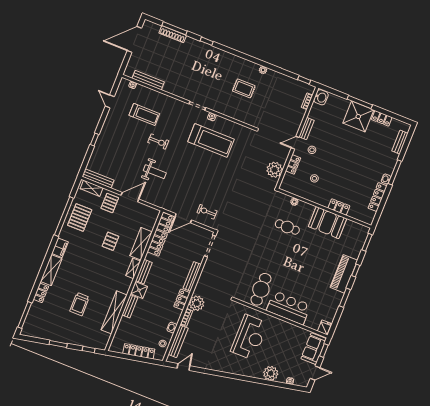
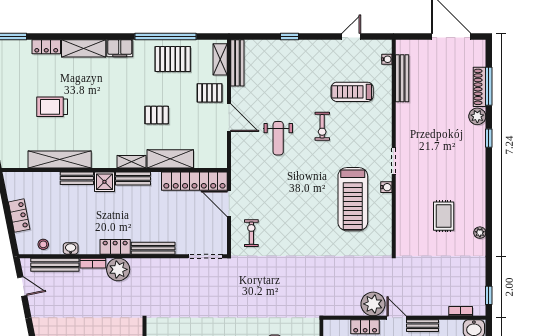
plant: (190, 43) -> (477, 116), added
treadmill: (144, 114) -> (352, 92), turned 90
plant: (275, 170) -> (373, 304), moved
locker: (139, 351) -> (19, 216), width x0.66

